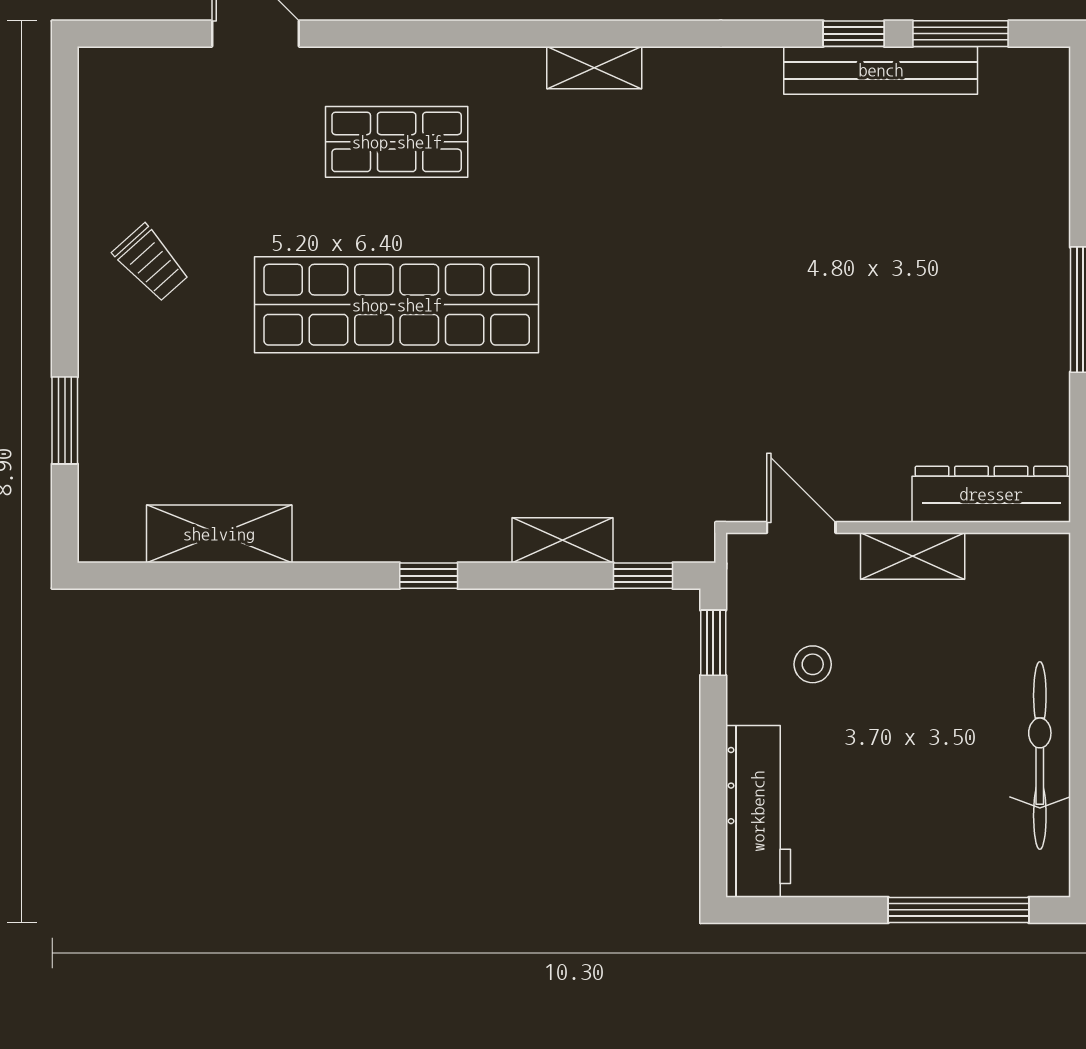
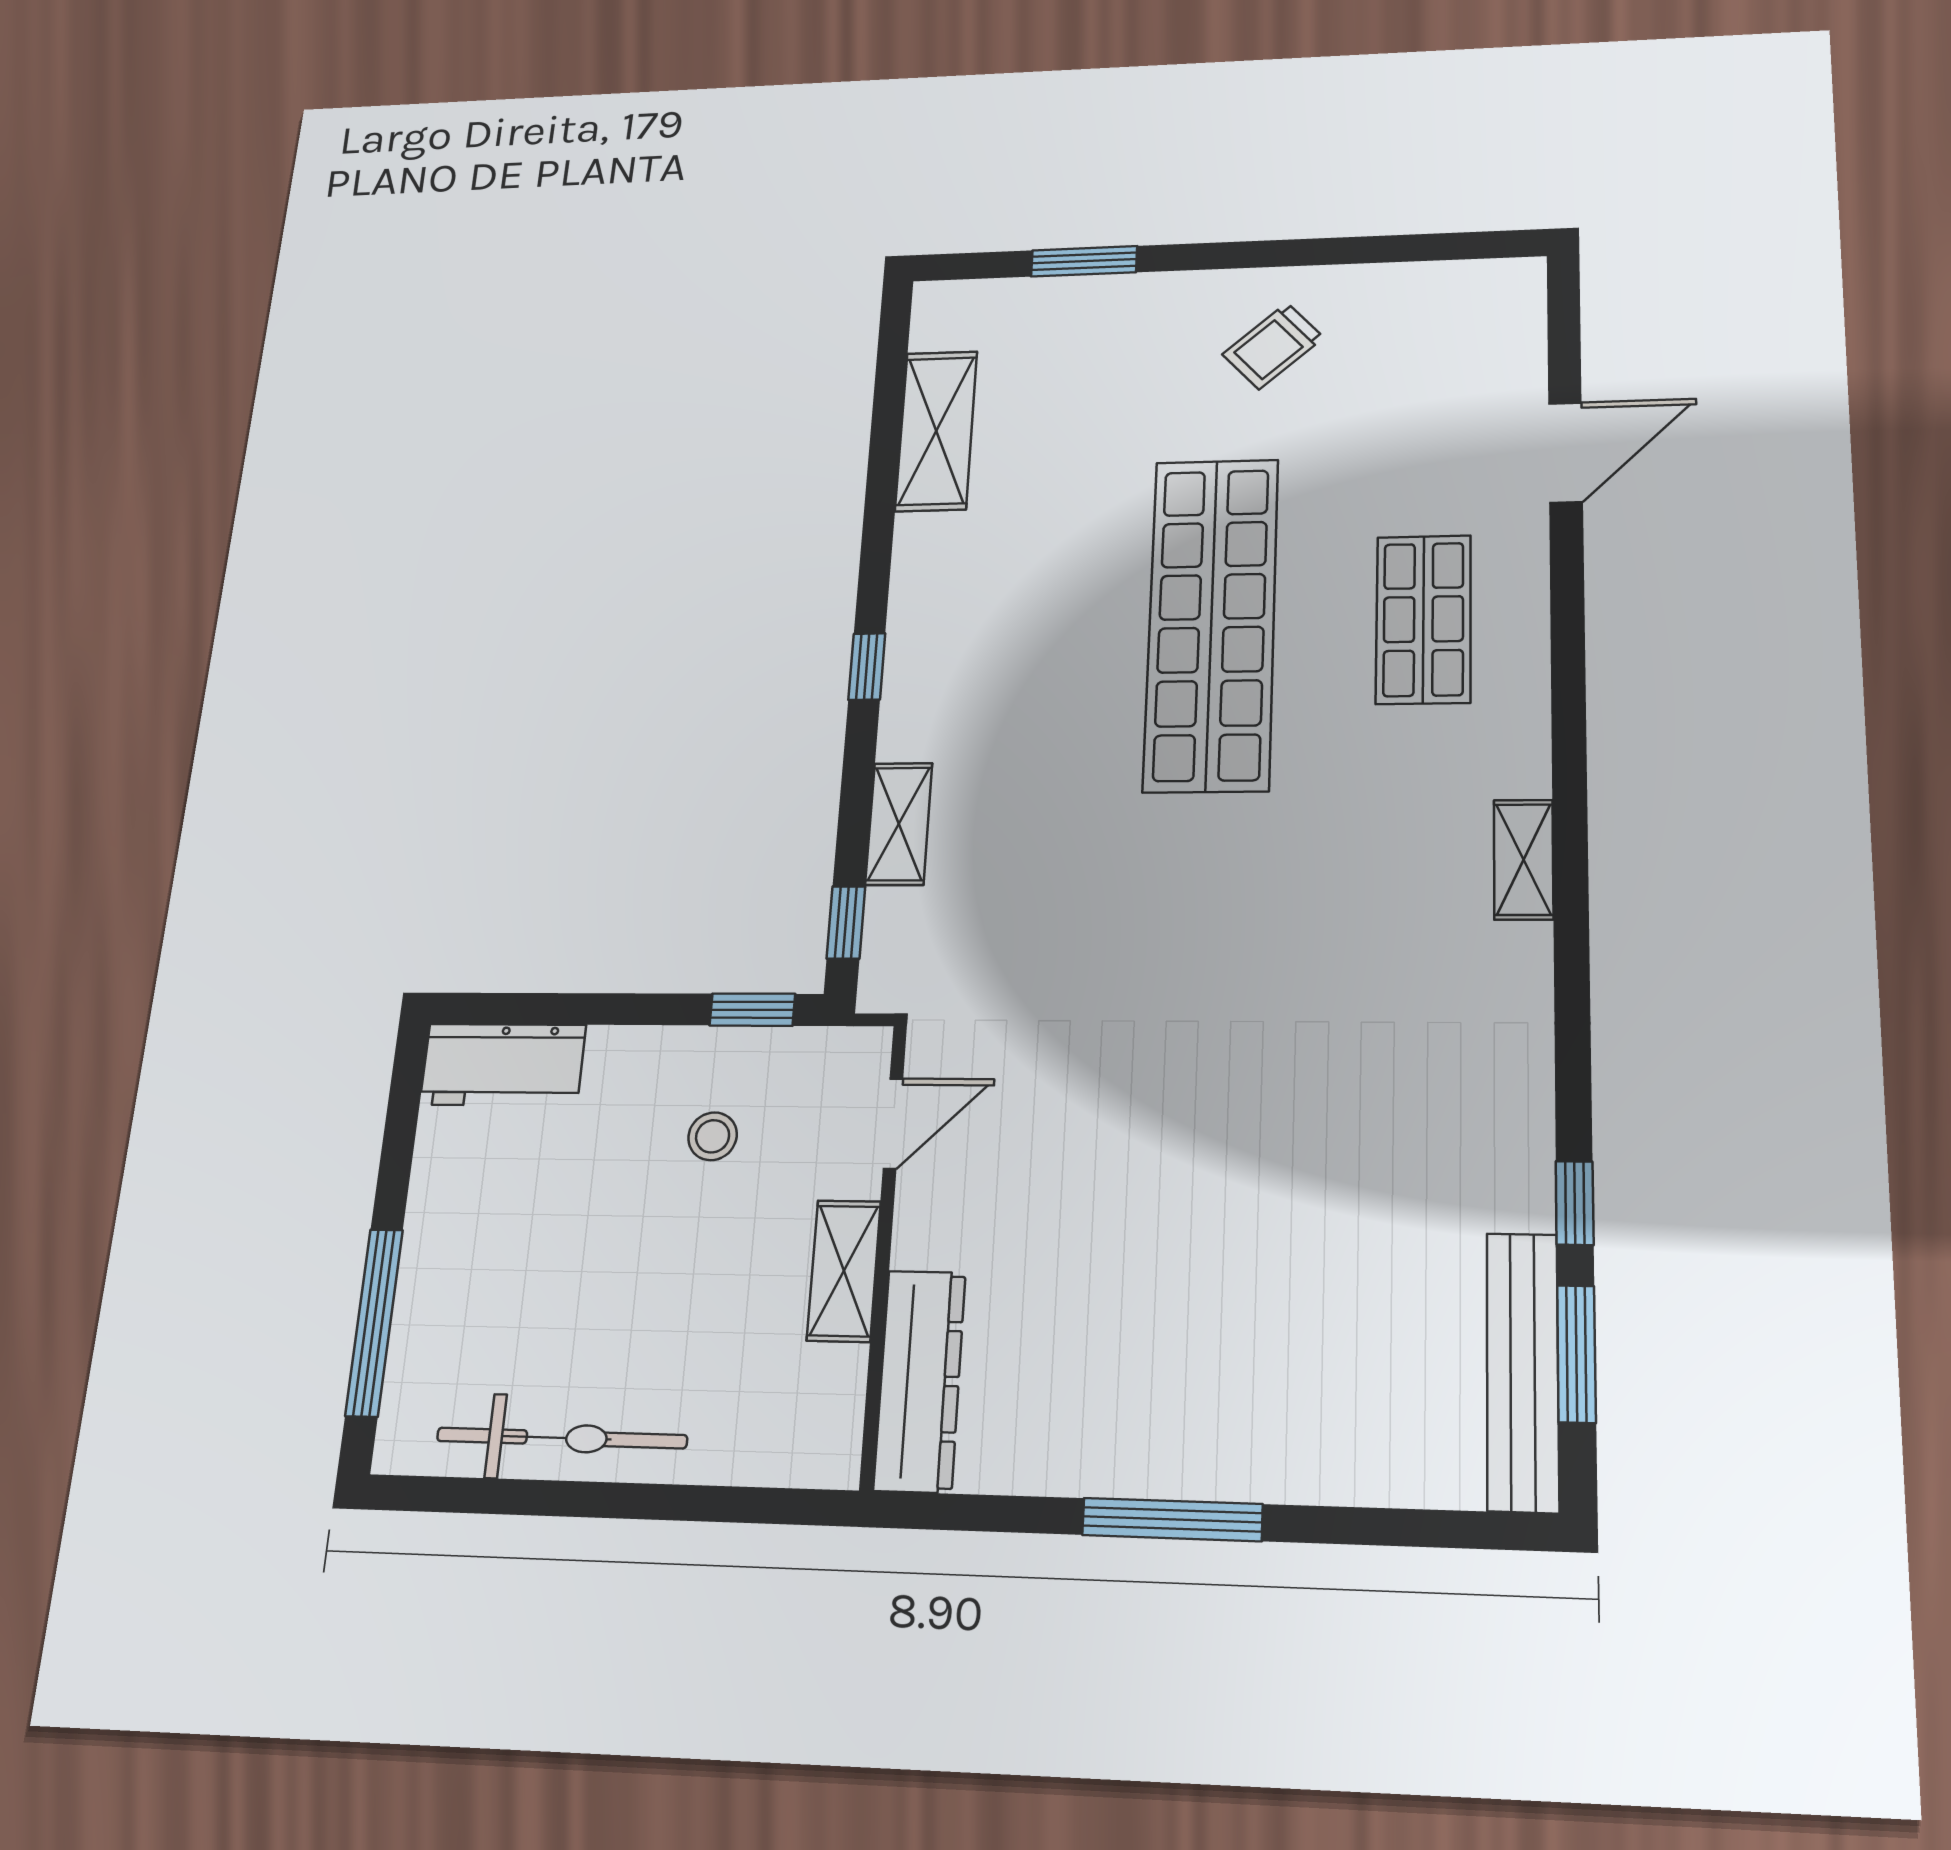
bench: (881, 70) -> (1523, 1371), moved
workbench: (758, 811) -> (503, 1065), width x0.73

